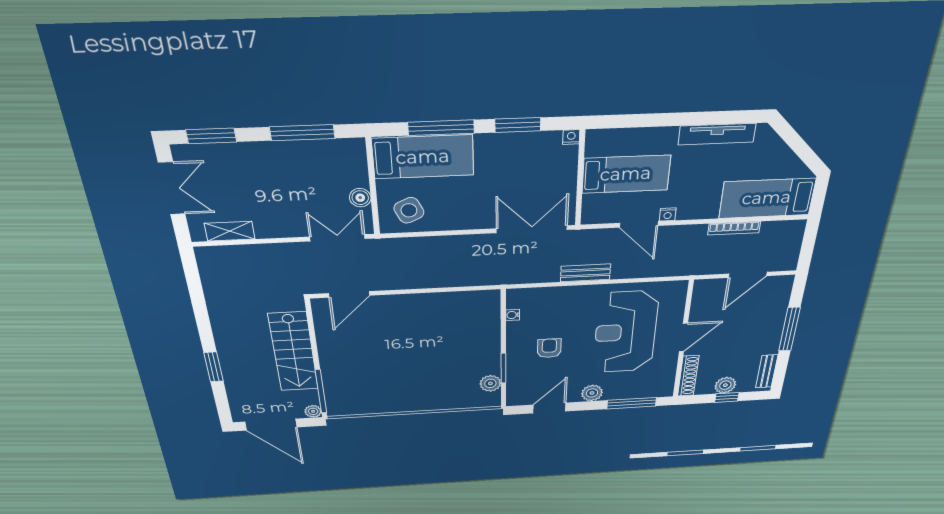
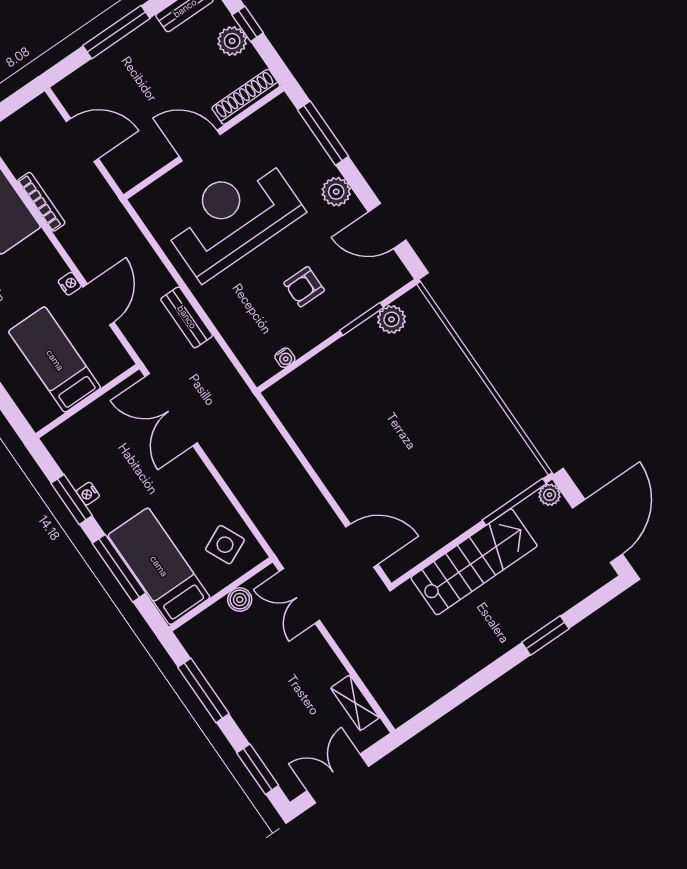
nightstand: (571, 137) -> (88, 494), moved
reception desk: (626, 332) -> (232, 217), turned 180

